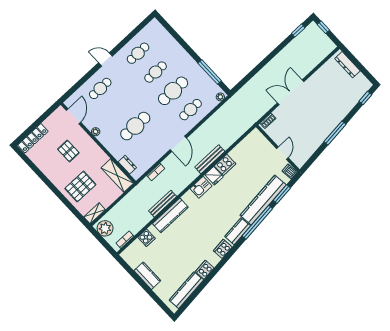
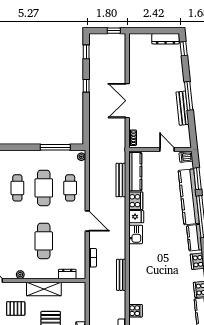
window: (323, 27) -> (114, 31), moved
window: (274, 53) -> (86, 86), added
dresser: (347, 65) -> (166, 39), moved
bench: (322, 137) -> (182, 108), added
bench: (210, 159) -> (121, 180), moved
shelving: (117, 176) -> (44, 289), moved
kitchen counter: (170, 215) -> (135, 172), moved

